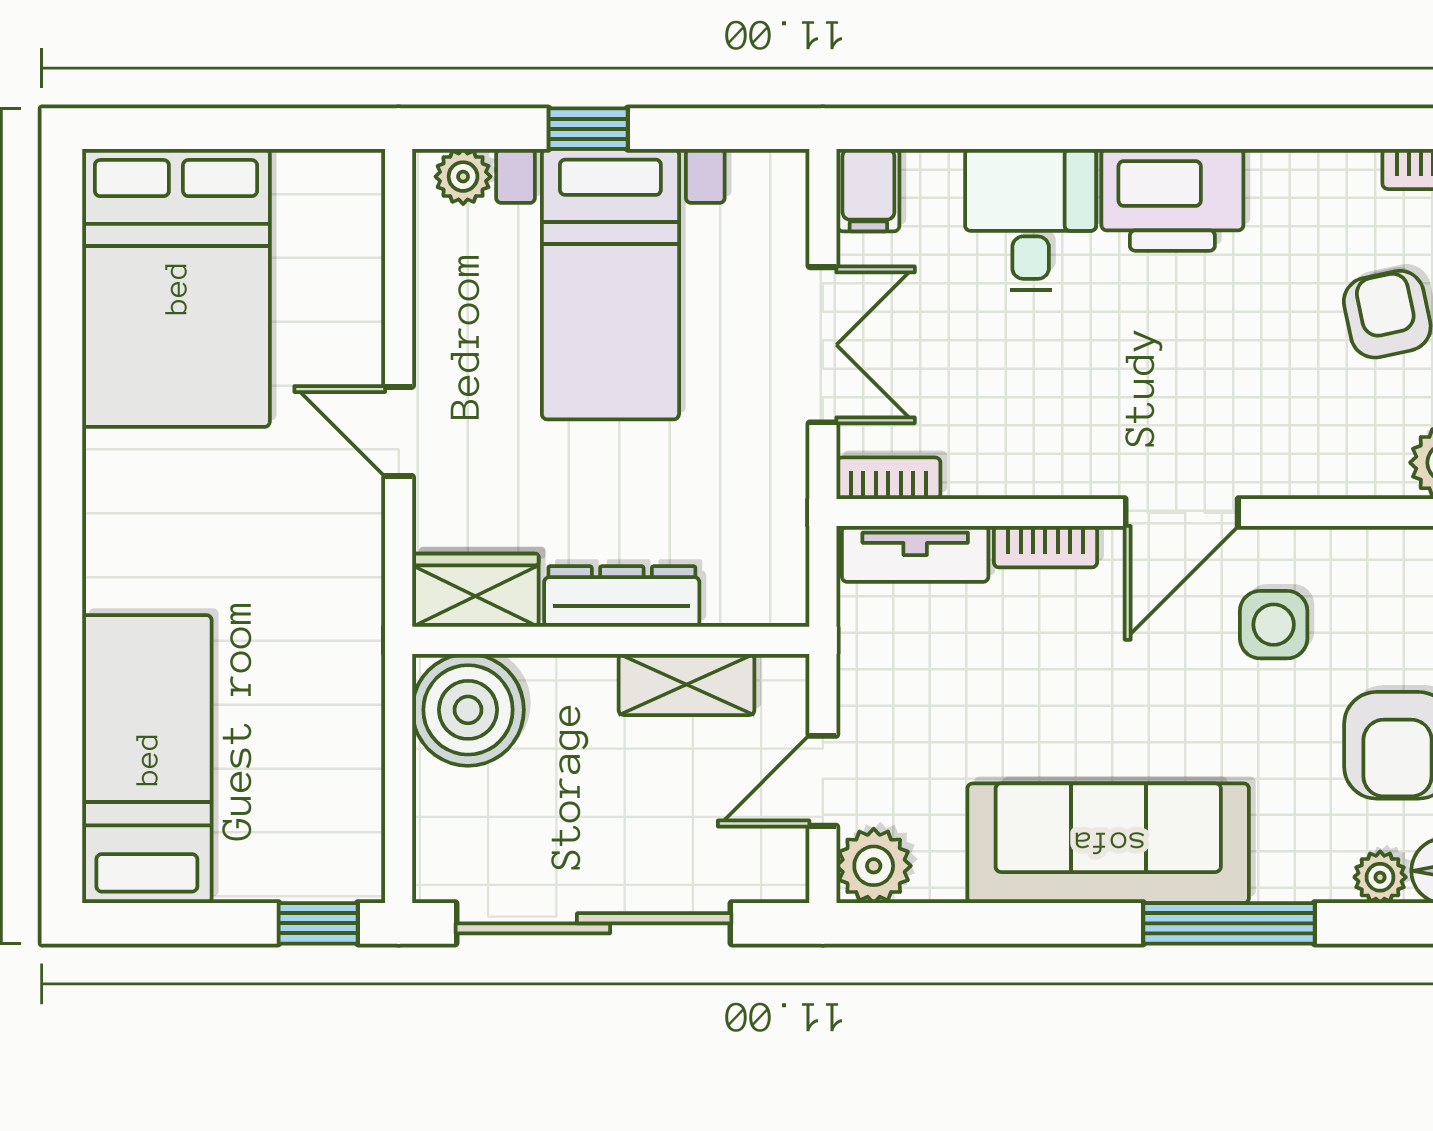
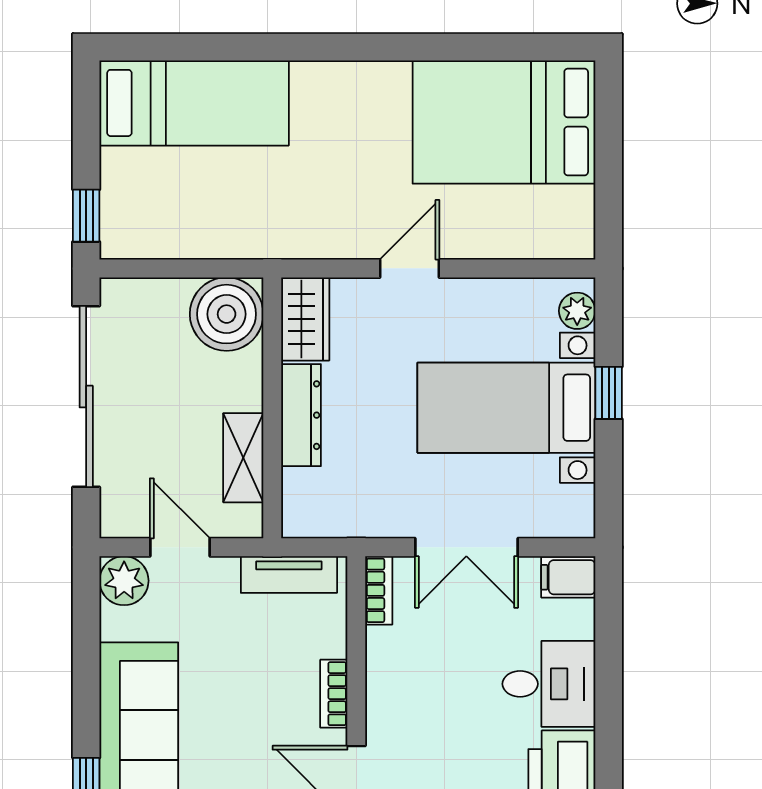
tv unit: (915, 554) -> (289, 575), moved, turned -90

